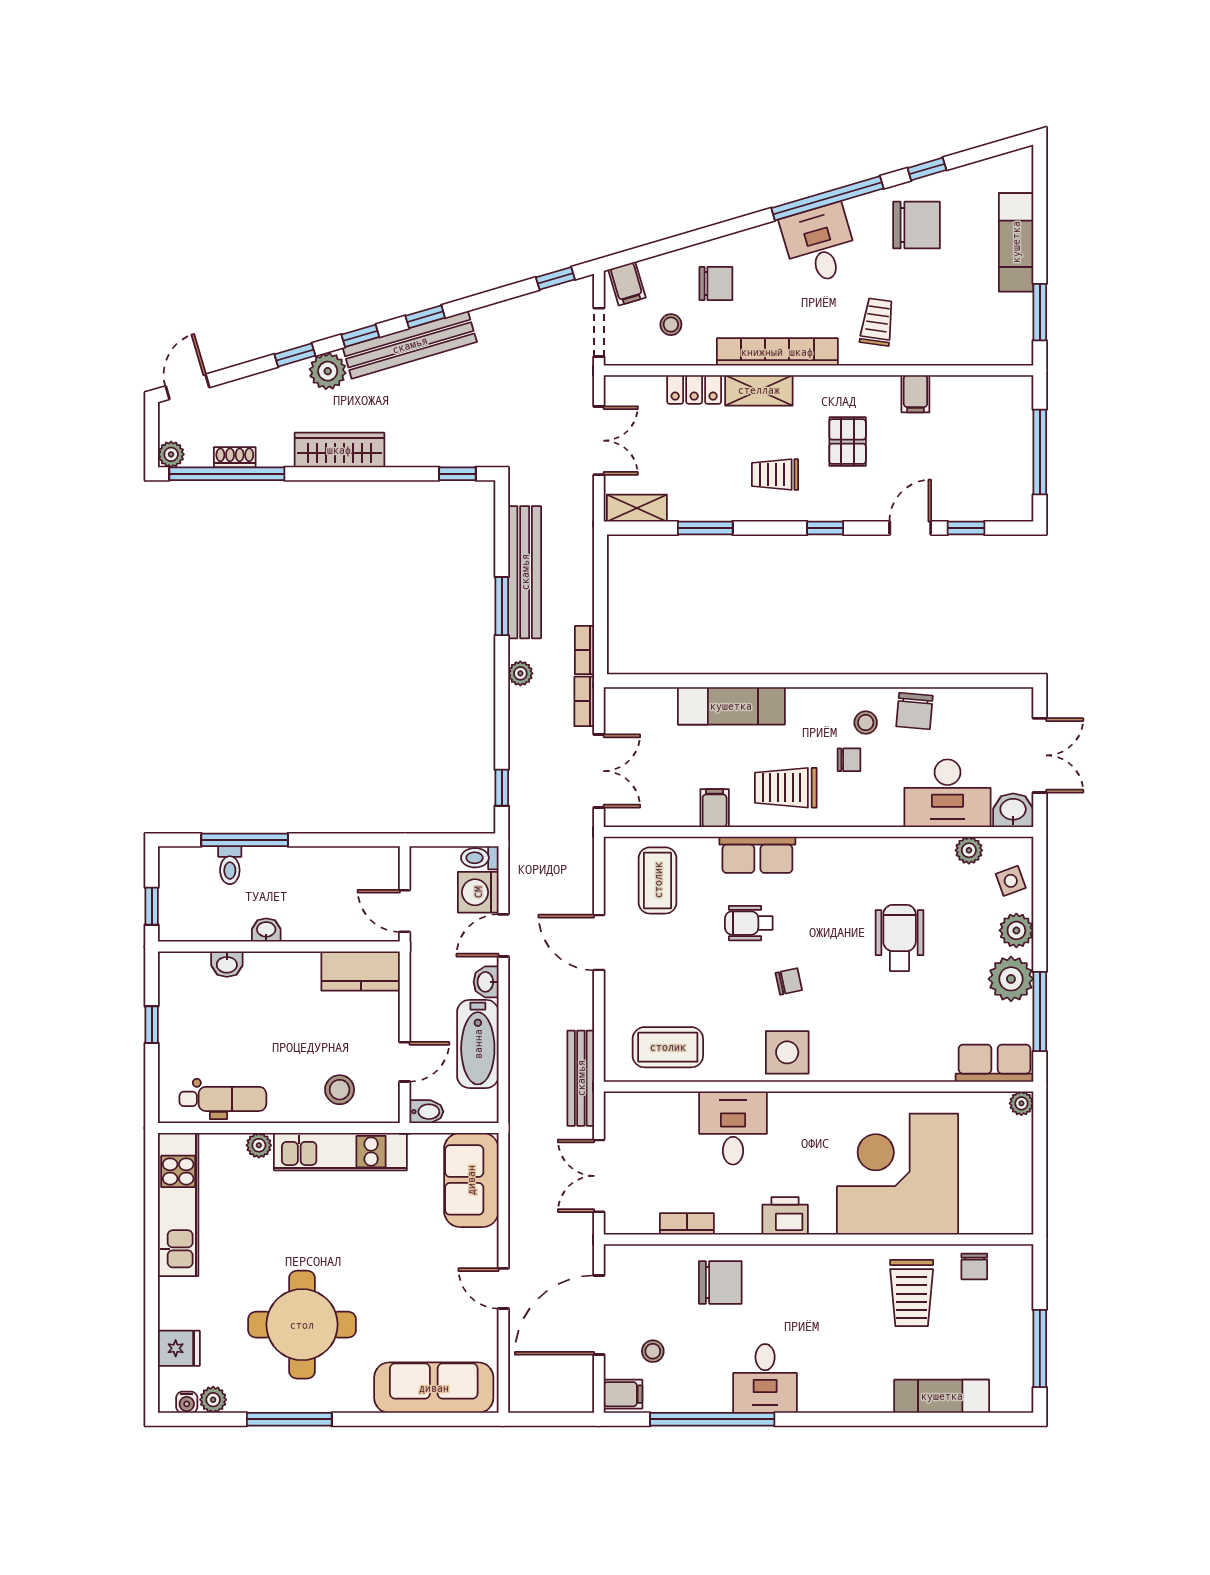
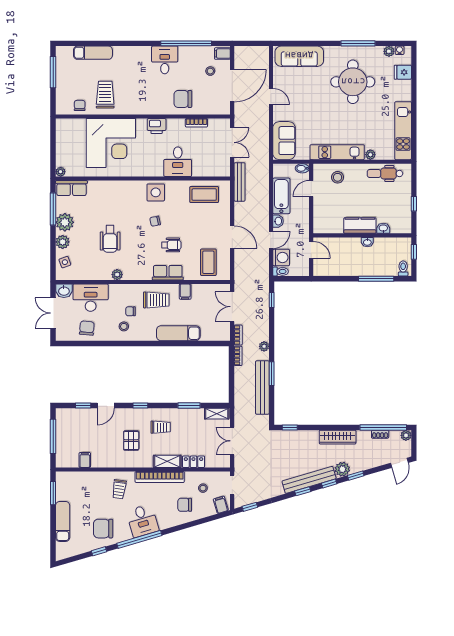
filing cabinet: (915, 394) -> (85, 460), moved
chair: (914, 711) -> (87, 328), moved
plant: (969, 850) -> (117, 275), moved
toilet: (230, 865) -> (403, 268), moved
kitchen counter: (361, 971) -> (360, 226), moved

